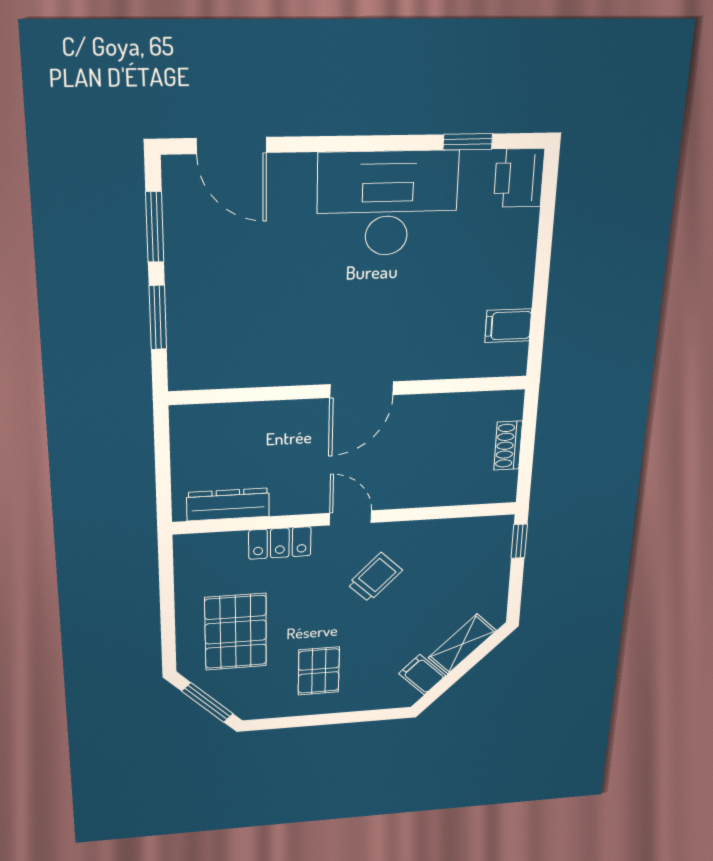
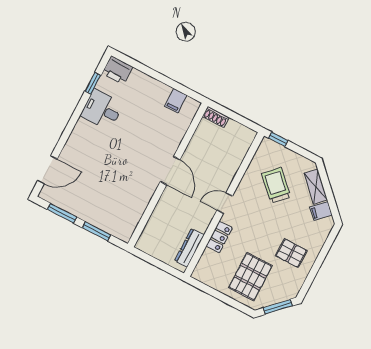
desk: (387, 204) -> (102, 110), width x0.53, depth x0.77
shoe rack: (508, 446) -> (216, 117), moved
trolley: (375, 577) -> (276, 185), moved, width x1.36, depth x1.39
pallet: (236, 632) -> (250, 277), turned 90

